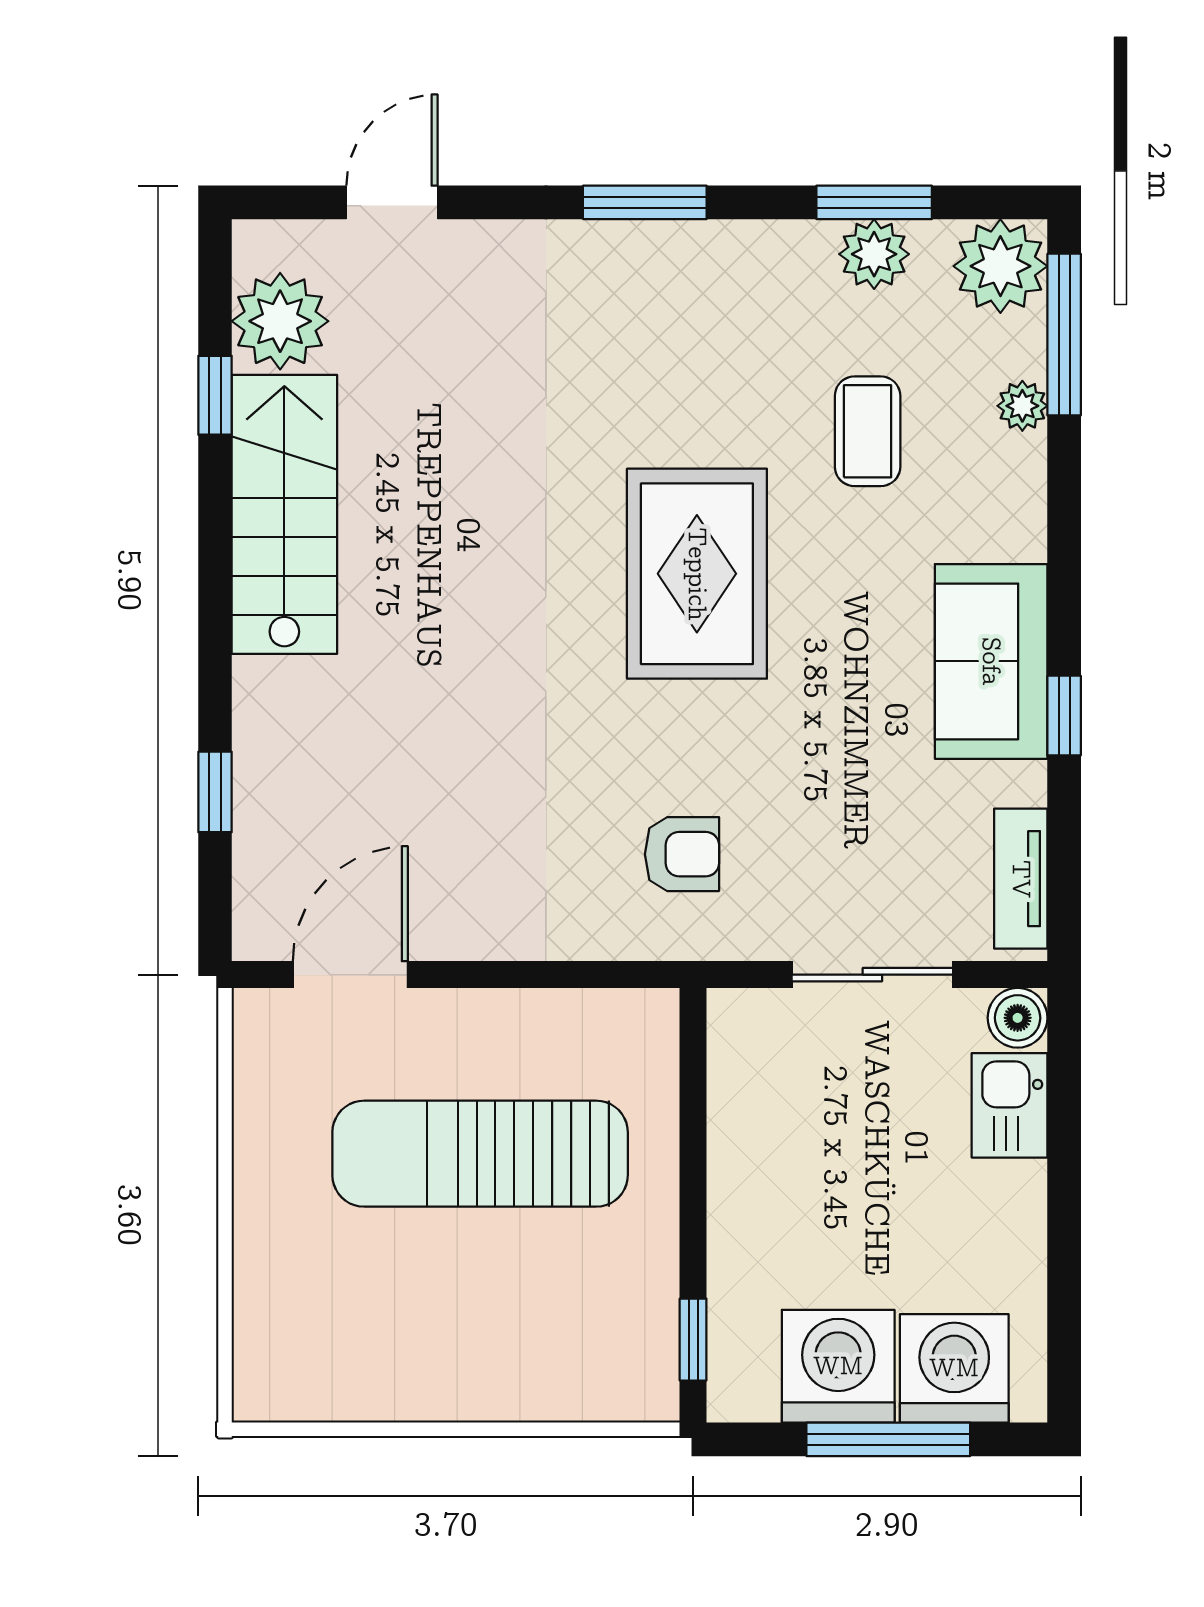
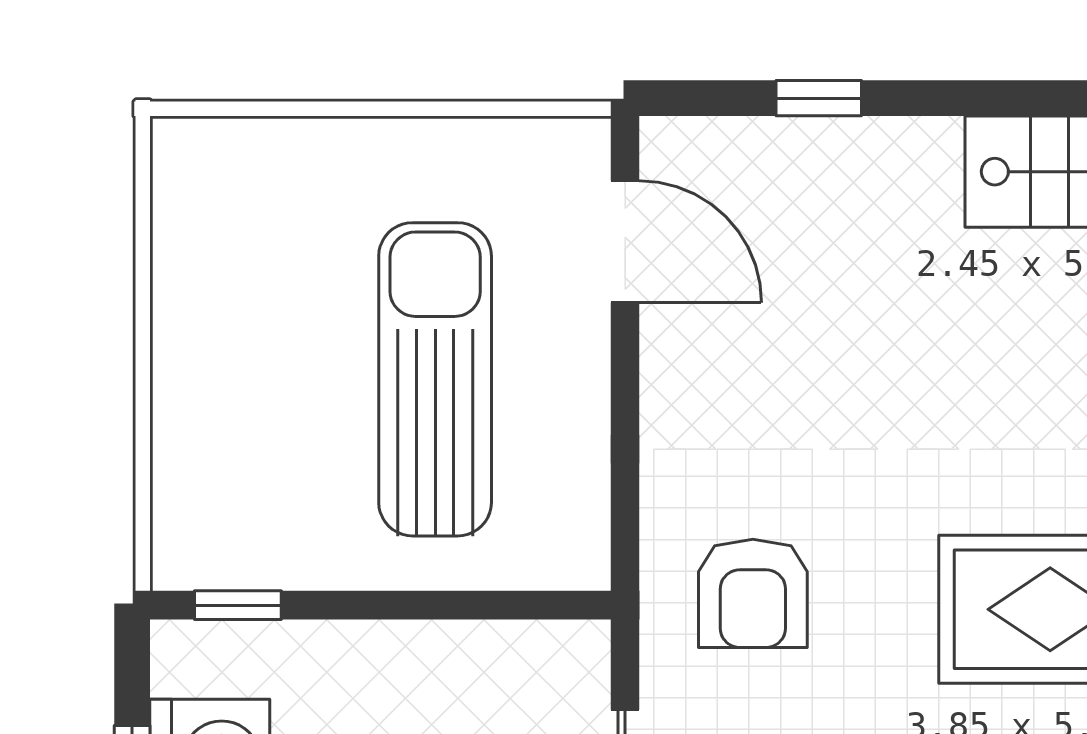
armchair: (682, 854) -> (753, 593), width x1.38, depth x1.38

